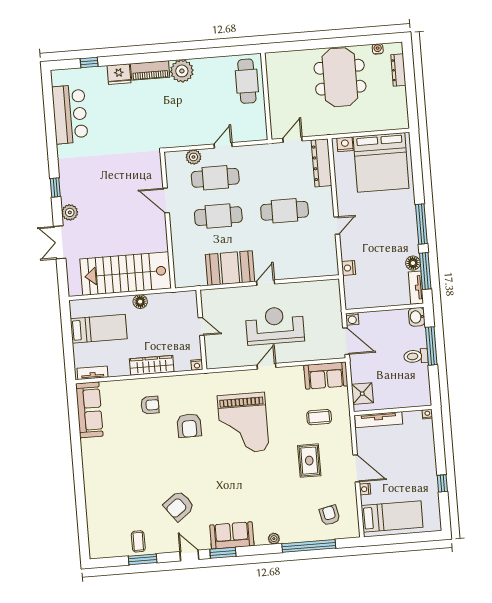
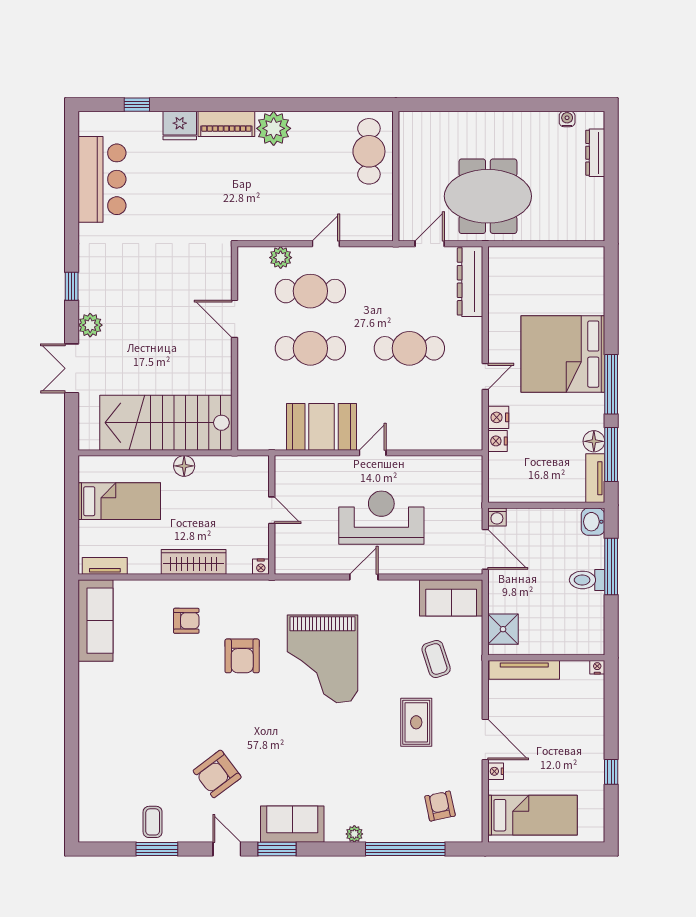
meeting table: (340, 77) -> (488, 196), moved, turned 90
nightstand: (345, 144) -> (498, 417), moved, turned -90
bed: (381, 162) -> (563, 354), moved, turned 90
coffee table: (319, 417) -> (436, 659), turned 72

